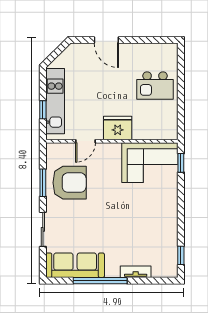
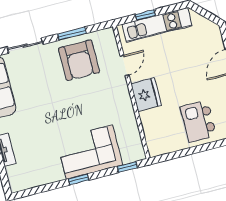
door: (85, 141) -> (125, 66), swing flipped
corner sofa: (150, 163) -> (89, 152), moved, turned 90
window: (181, 255) -> (79, 179), moved

